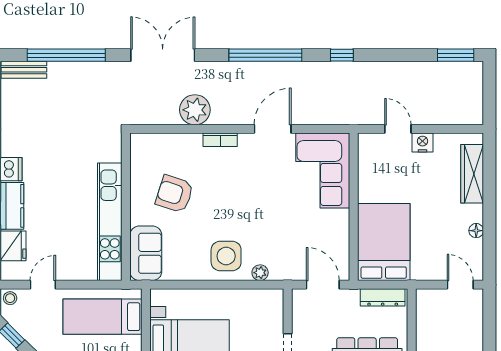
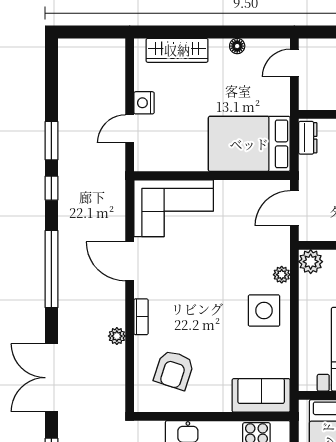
window: (456, 55) -> (51, 141), moved
plant: (195, 110) -> (117, 336), width x0.53, depth x0.53
armchair: (174, 194) -> (174, 370), moved
dresser: (383, 297) -> (308, 138), width x0.70
plant: (272, 300) -> (311, 262), added

